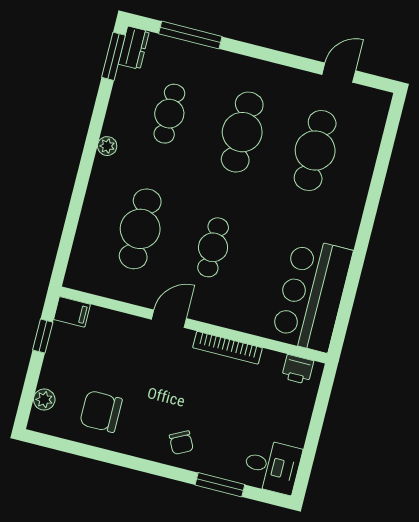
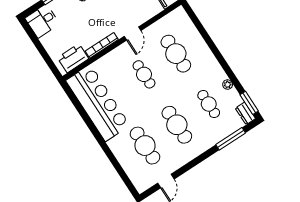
plant: (107, 146) -> (228, 85), moved
bar counter: (312, 295) -> (98, 103), width x1.36
printer: (298, 369) -> (73, 58), width x1.87, depth x1.48

